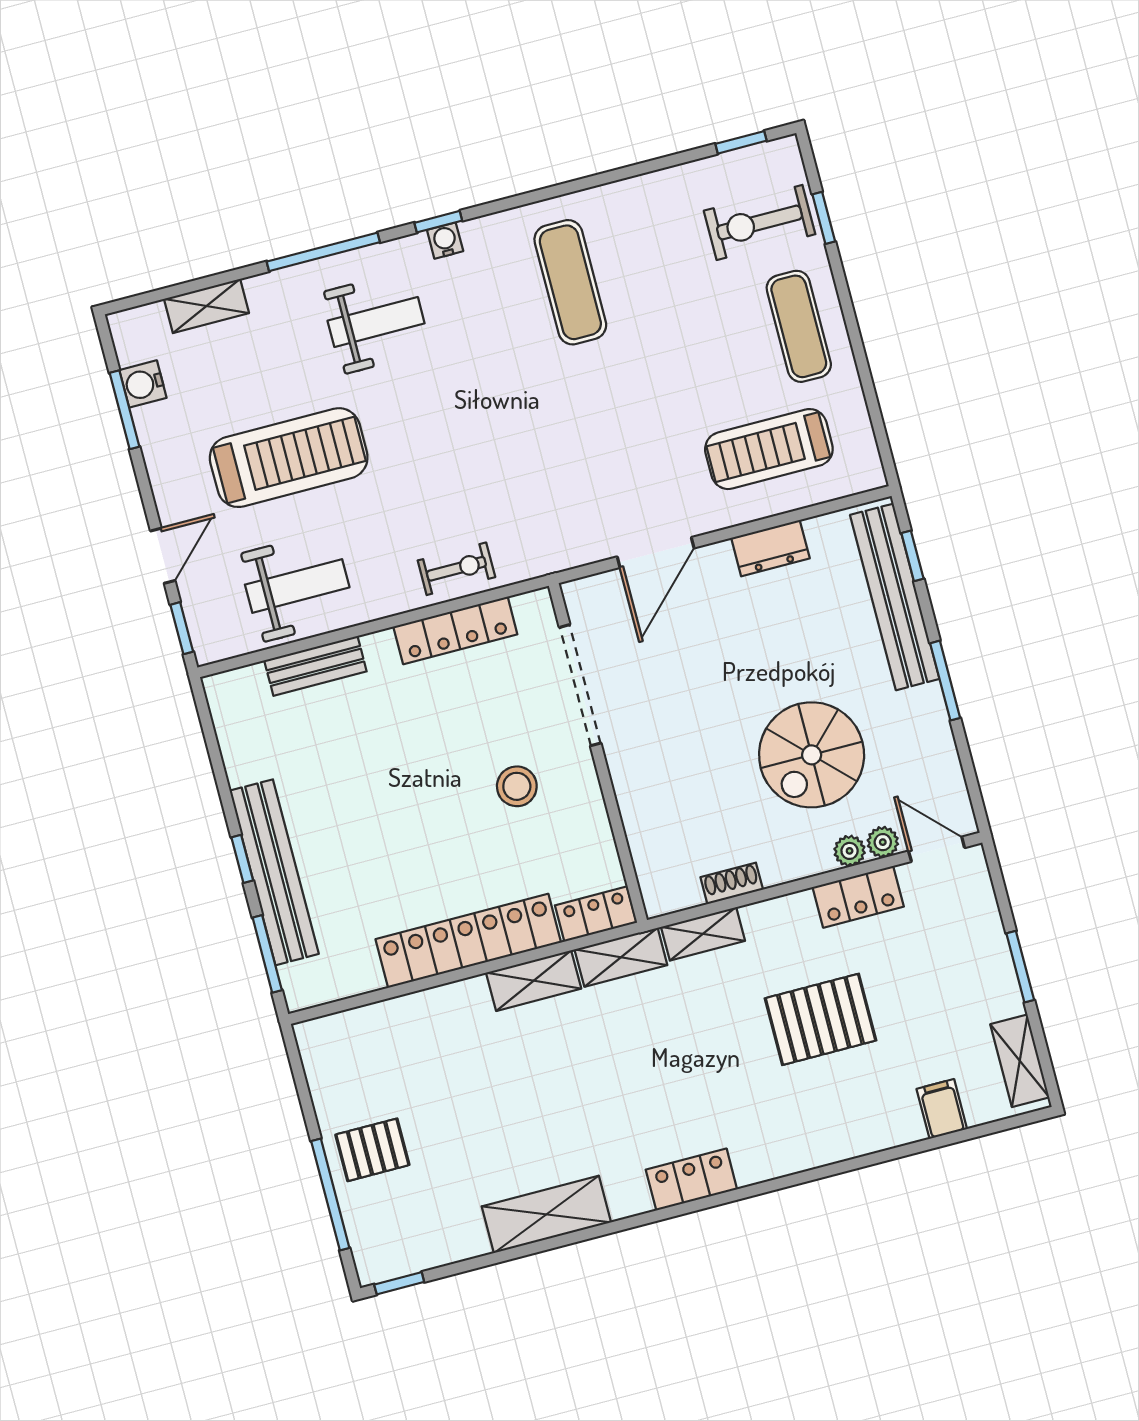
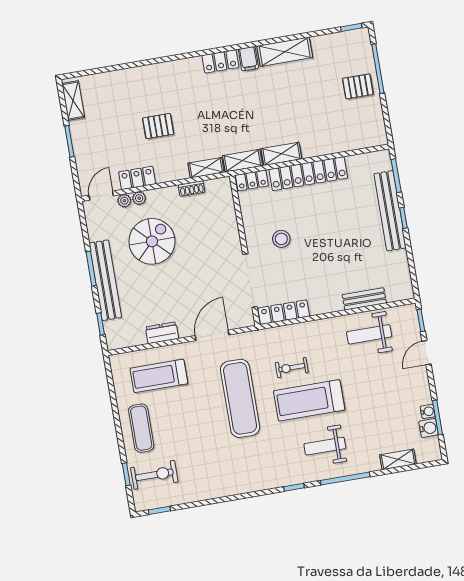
water cooler: (445, 241) -> (428, 411), moved, turned -90
exercise mat: (570, 282) -> (240, 398), moved, width x1.36, depth x1.45
treadmill: (769, 449) -> (159, 376), turned 180
treadmill: (289, 458) -> (309, 400), moved
exercise bike: (456, 569) -> (292, 368), moved
bench: (895, 597) -> (105, 280), moved
locker: (455, 630) -> (284, 312), moved
door: (937, 849) -> (101, 196), swing flipped
pallet: (820, 1019) -> (158, 126), width x0.67, depth x0.71
filing cabinet: (942, 1109) -> (248, 59), moved

